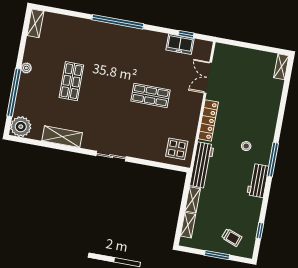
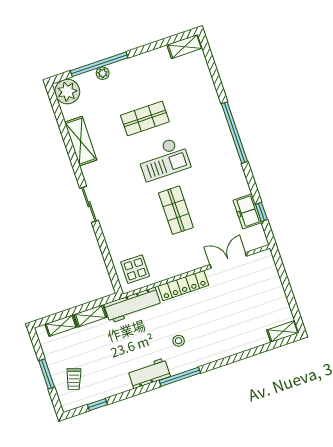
plant: (26, 68) -> (103, 73), moved
checkout: (108, 84) -> (163, 159), added

